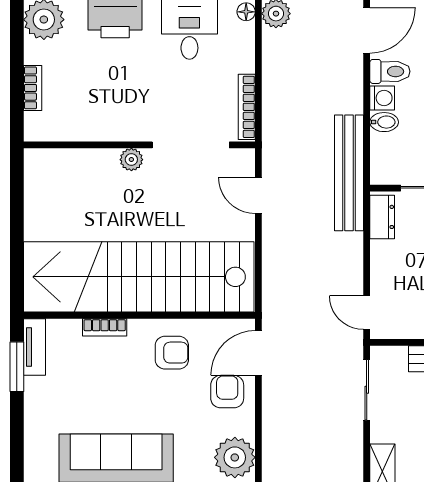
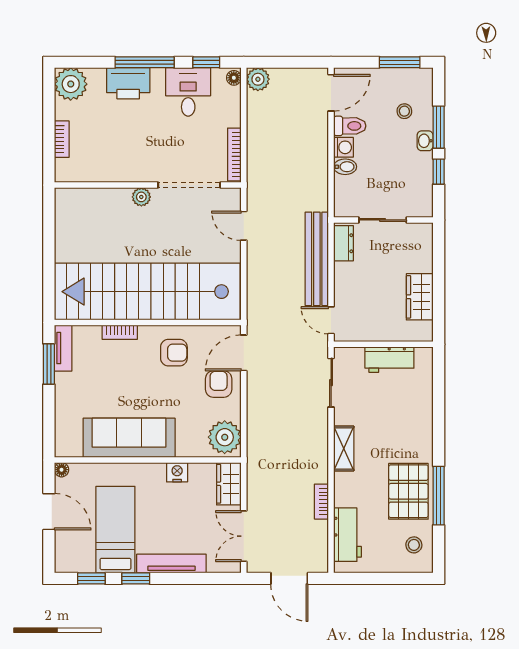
bench: (349, 173) -> (317, 259), moved

